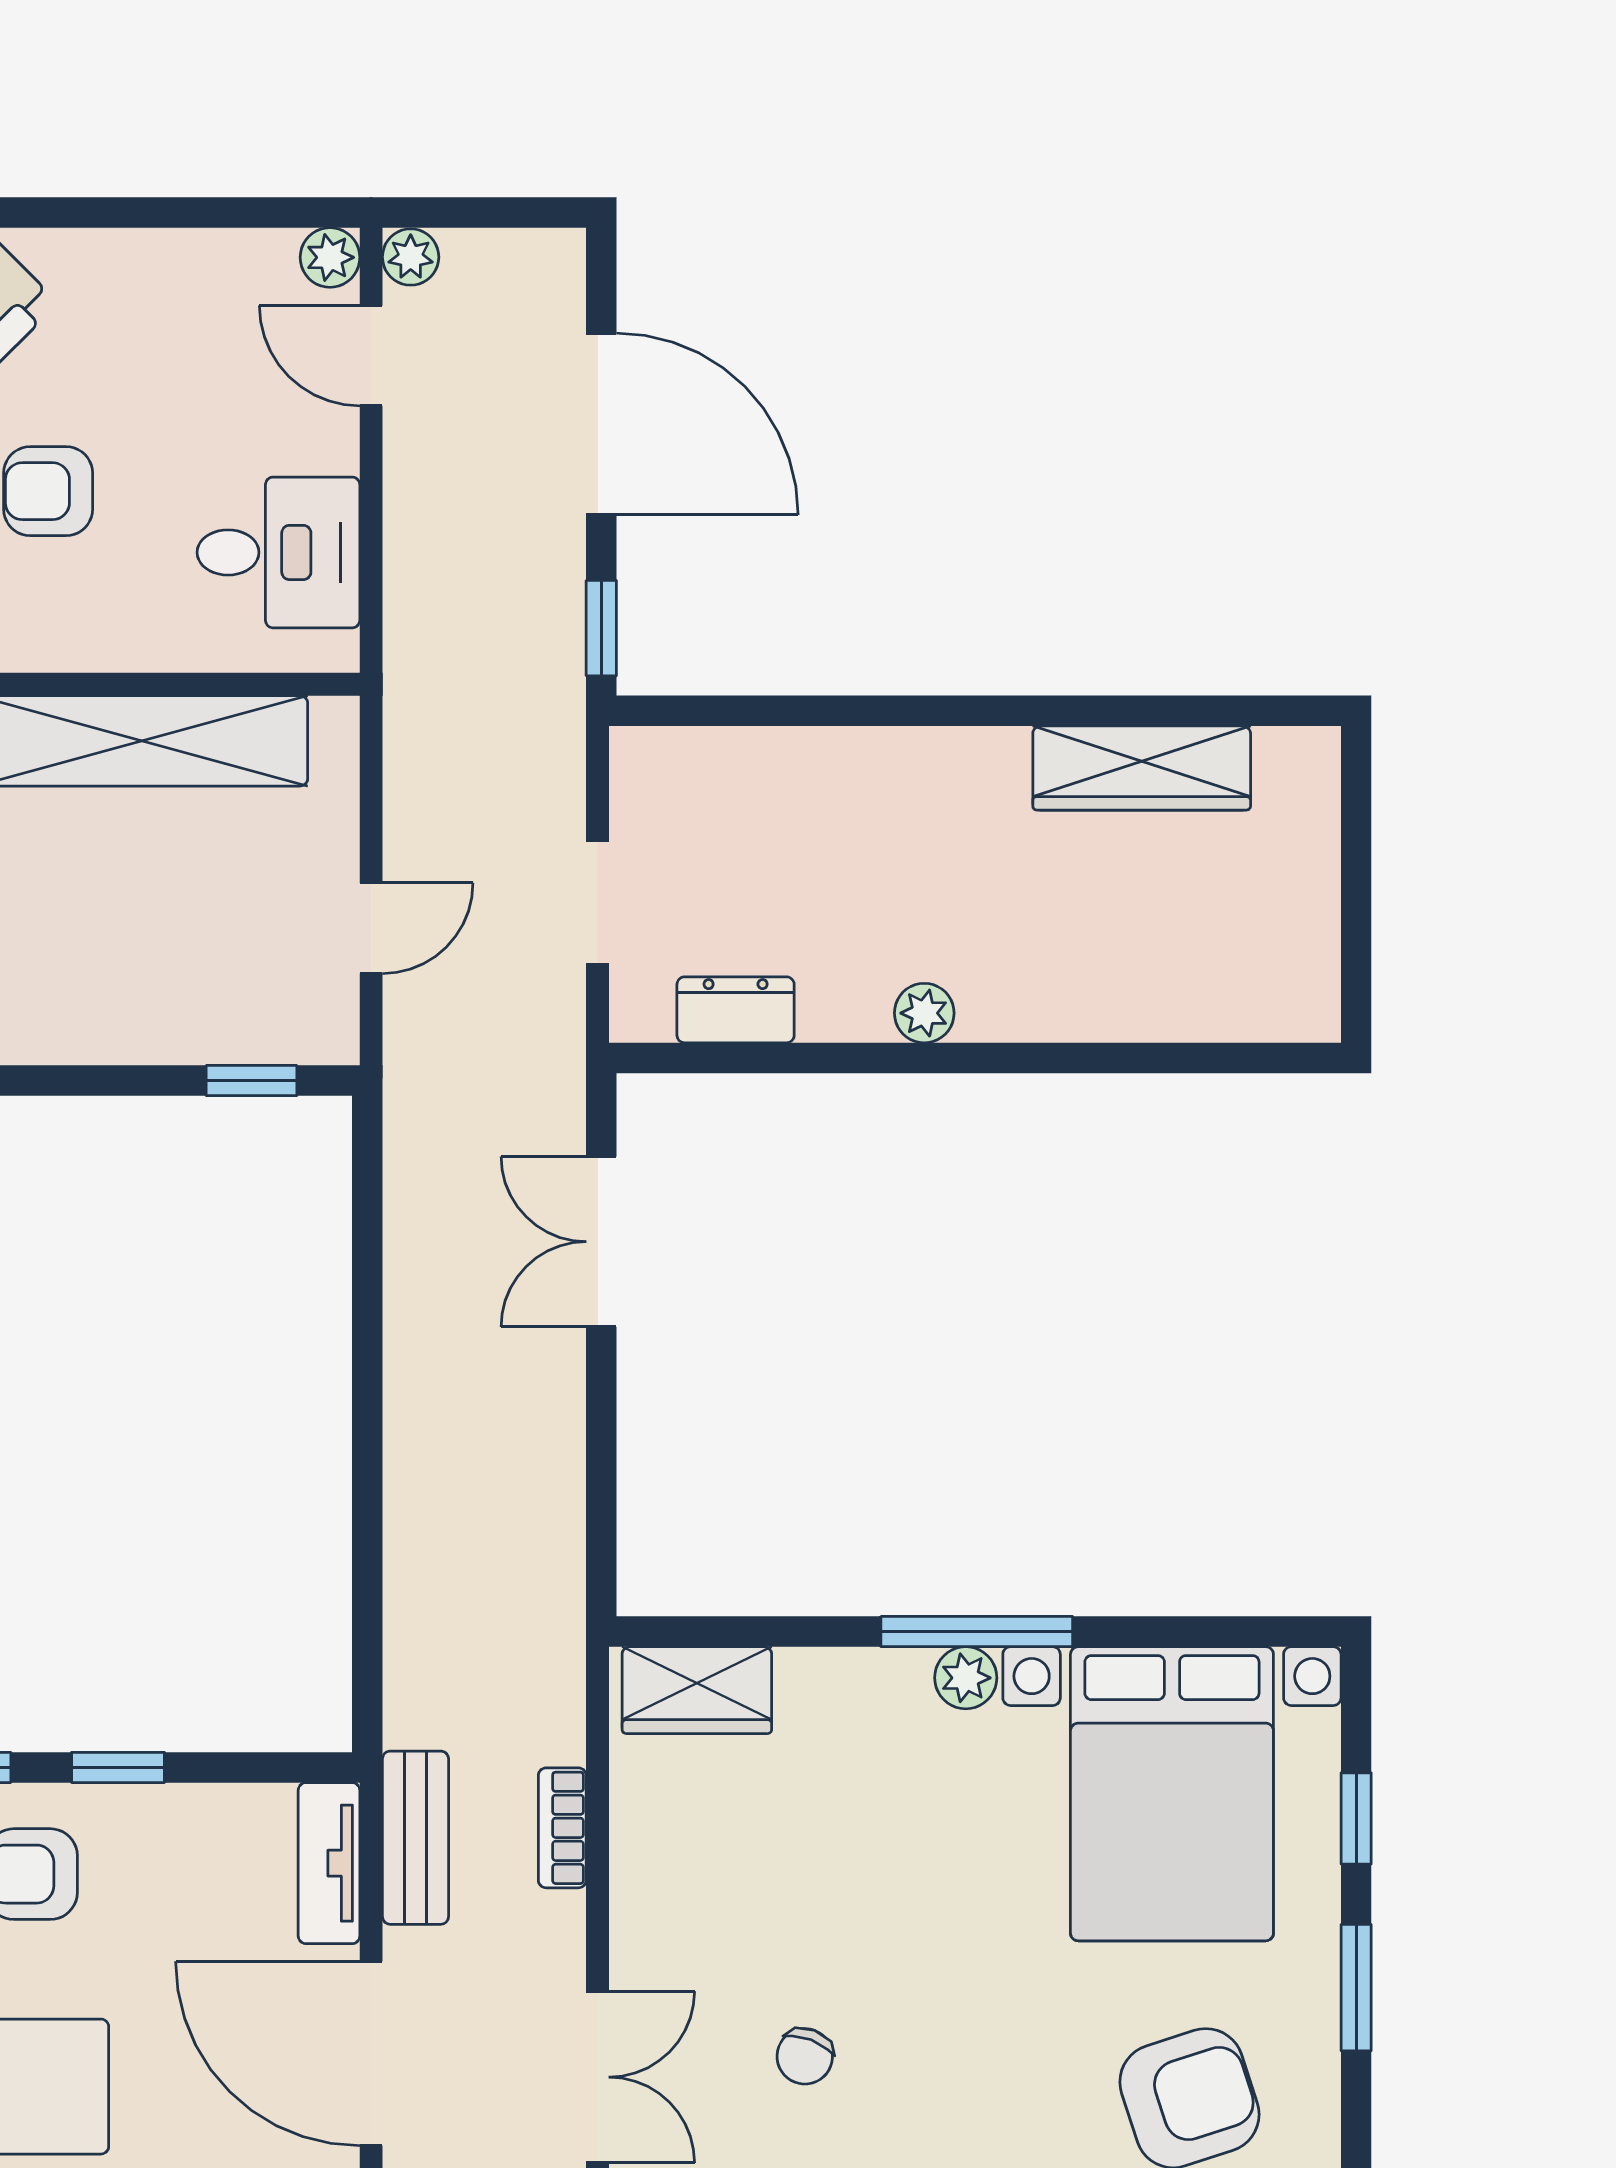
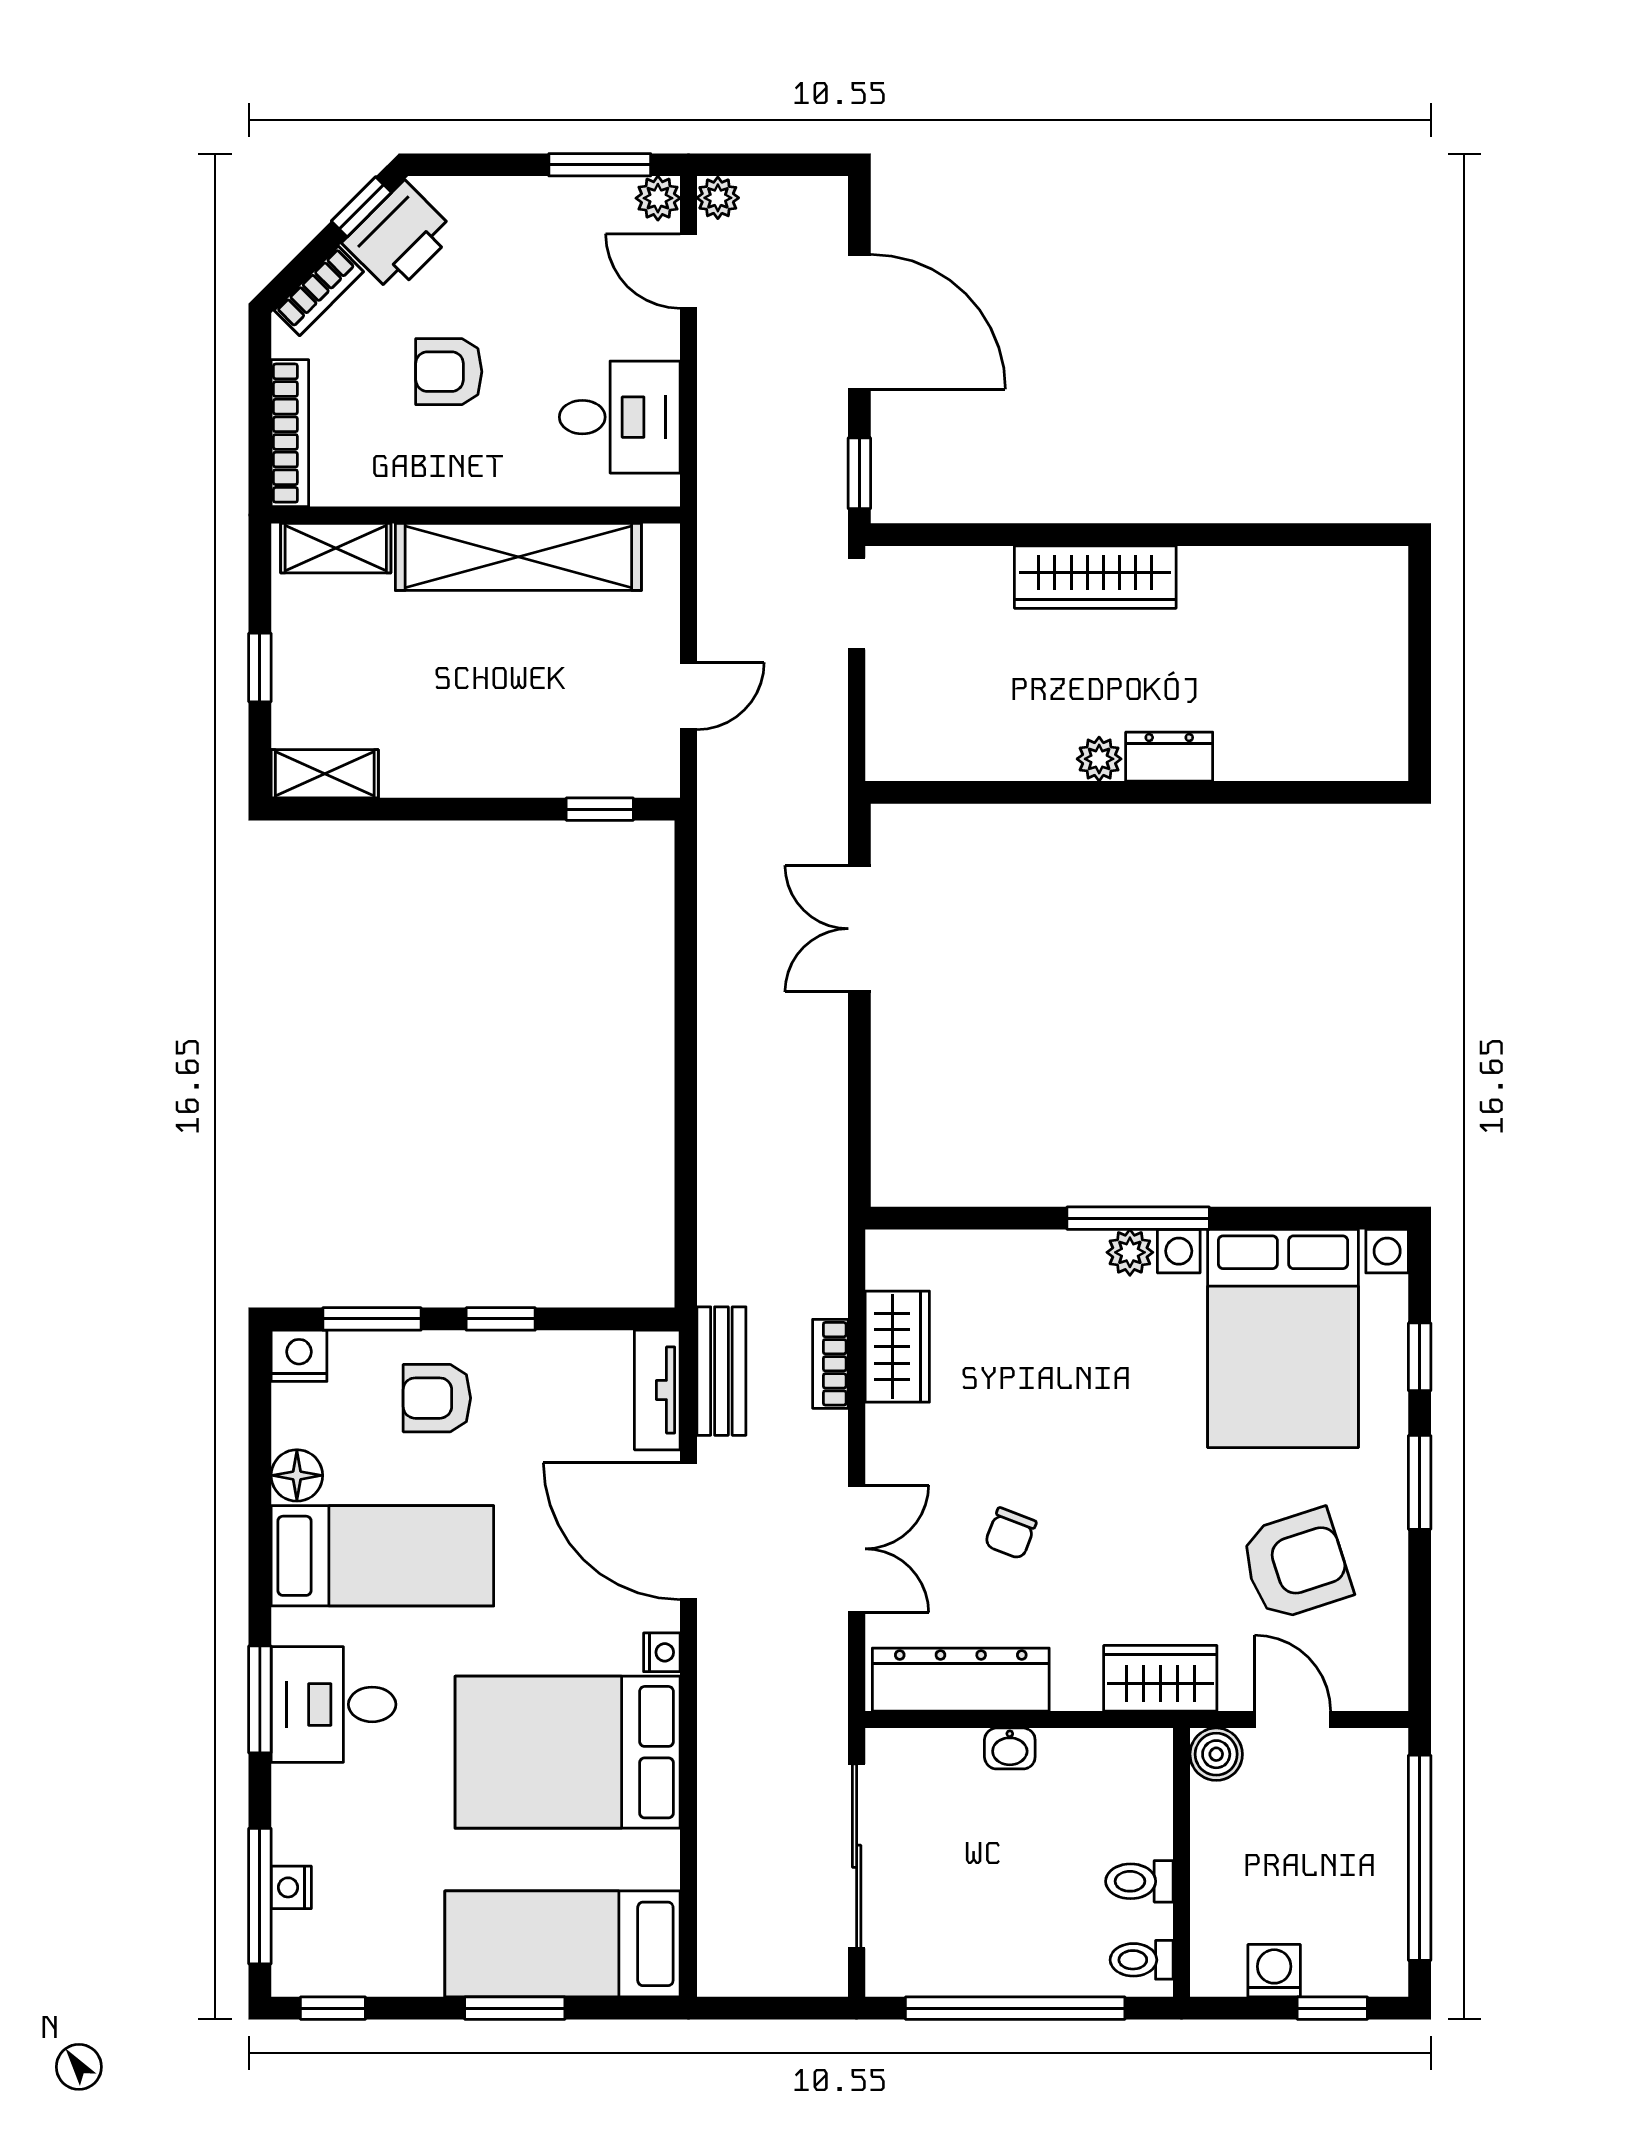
window: (252, 213) -> (600, 165), added
wardrobe: (1142, 768) -> (1095, 577), moved
doorway: (598, 902) -> (857, 604), moved
dresser: (736, 1010) -> (1169, 757), moved
wardrobe: (697, 1690) -> (897, 1347), moved, turned -90

